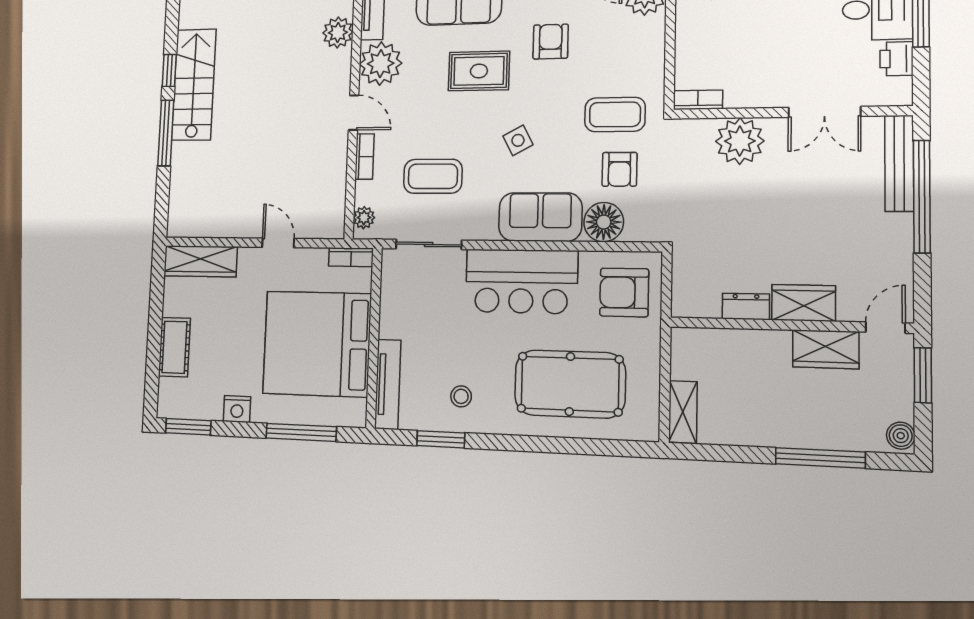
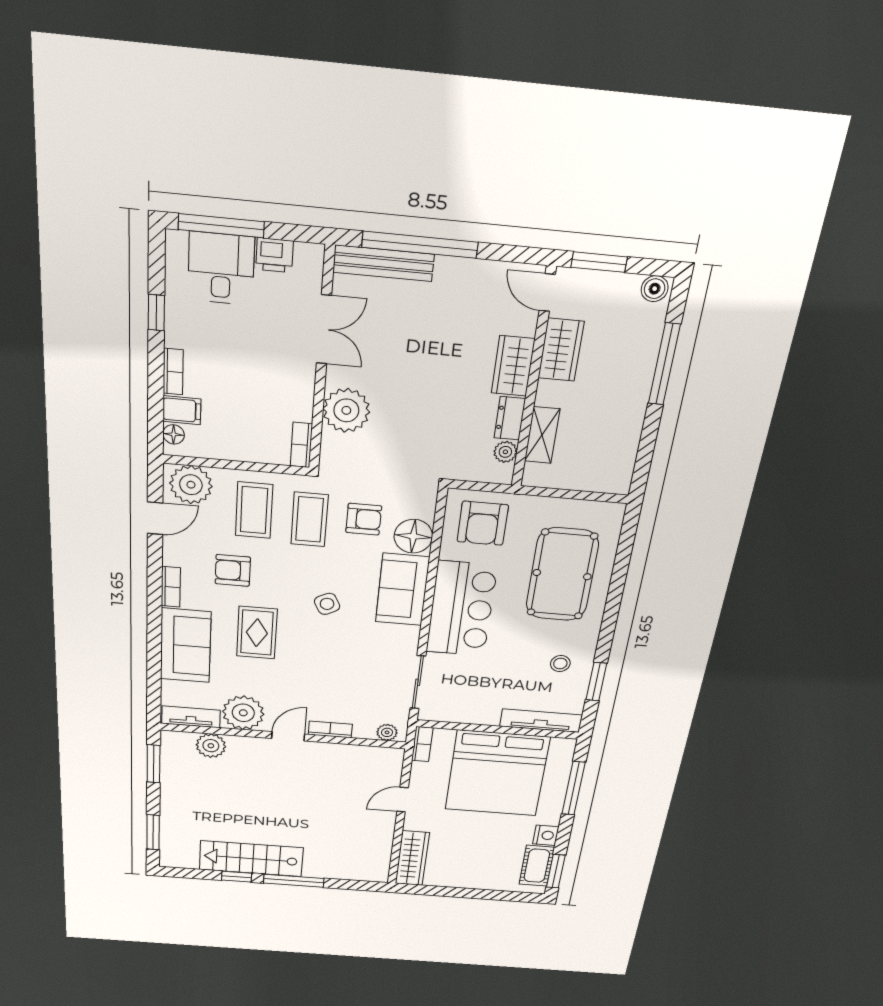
coffee table: (433, 176) -> (254, 510), moved
plant: (708, 306) -> (505, 452), added
cot: (174, 347) -> (537, 866), moved, turned 90
shelving: (683, 412) -> (542, 435), moved, turned 90

